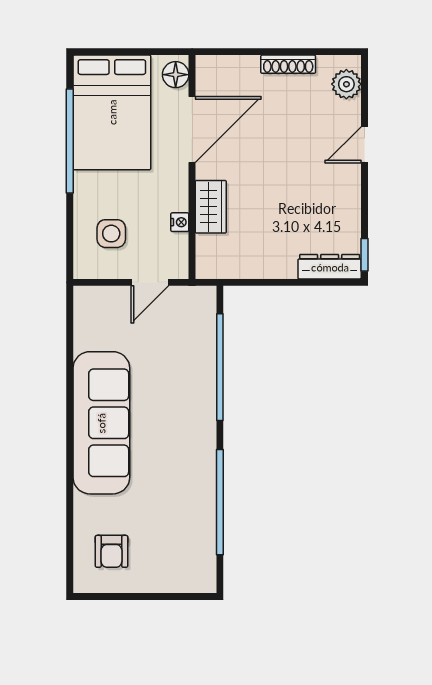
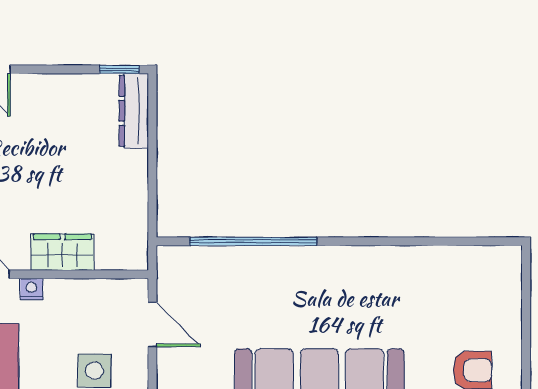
nightstand: (180, 222) -> (32, 289), moved
window: (220, 502) -> (414, 241), removed

